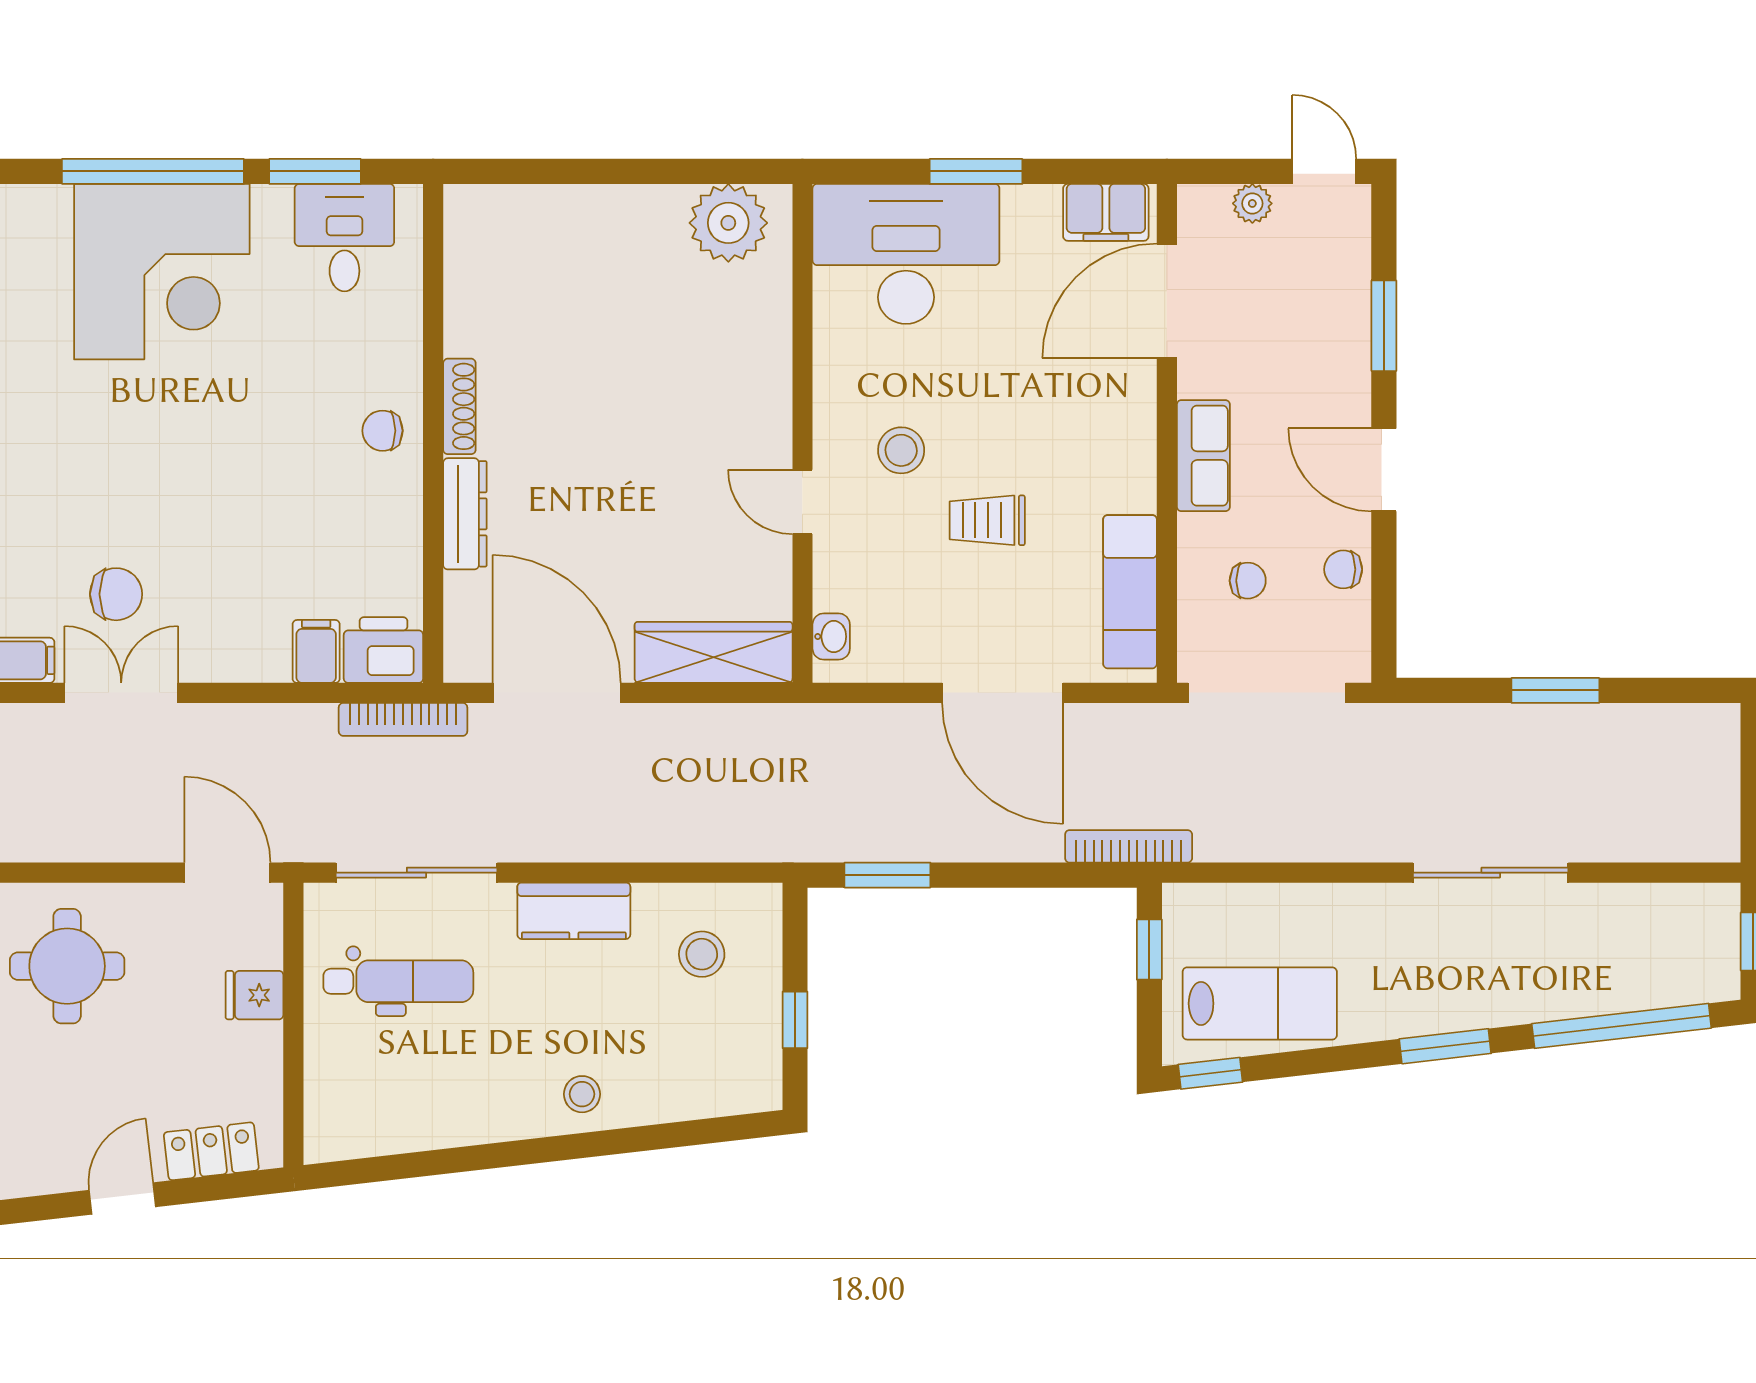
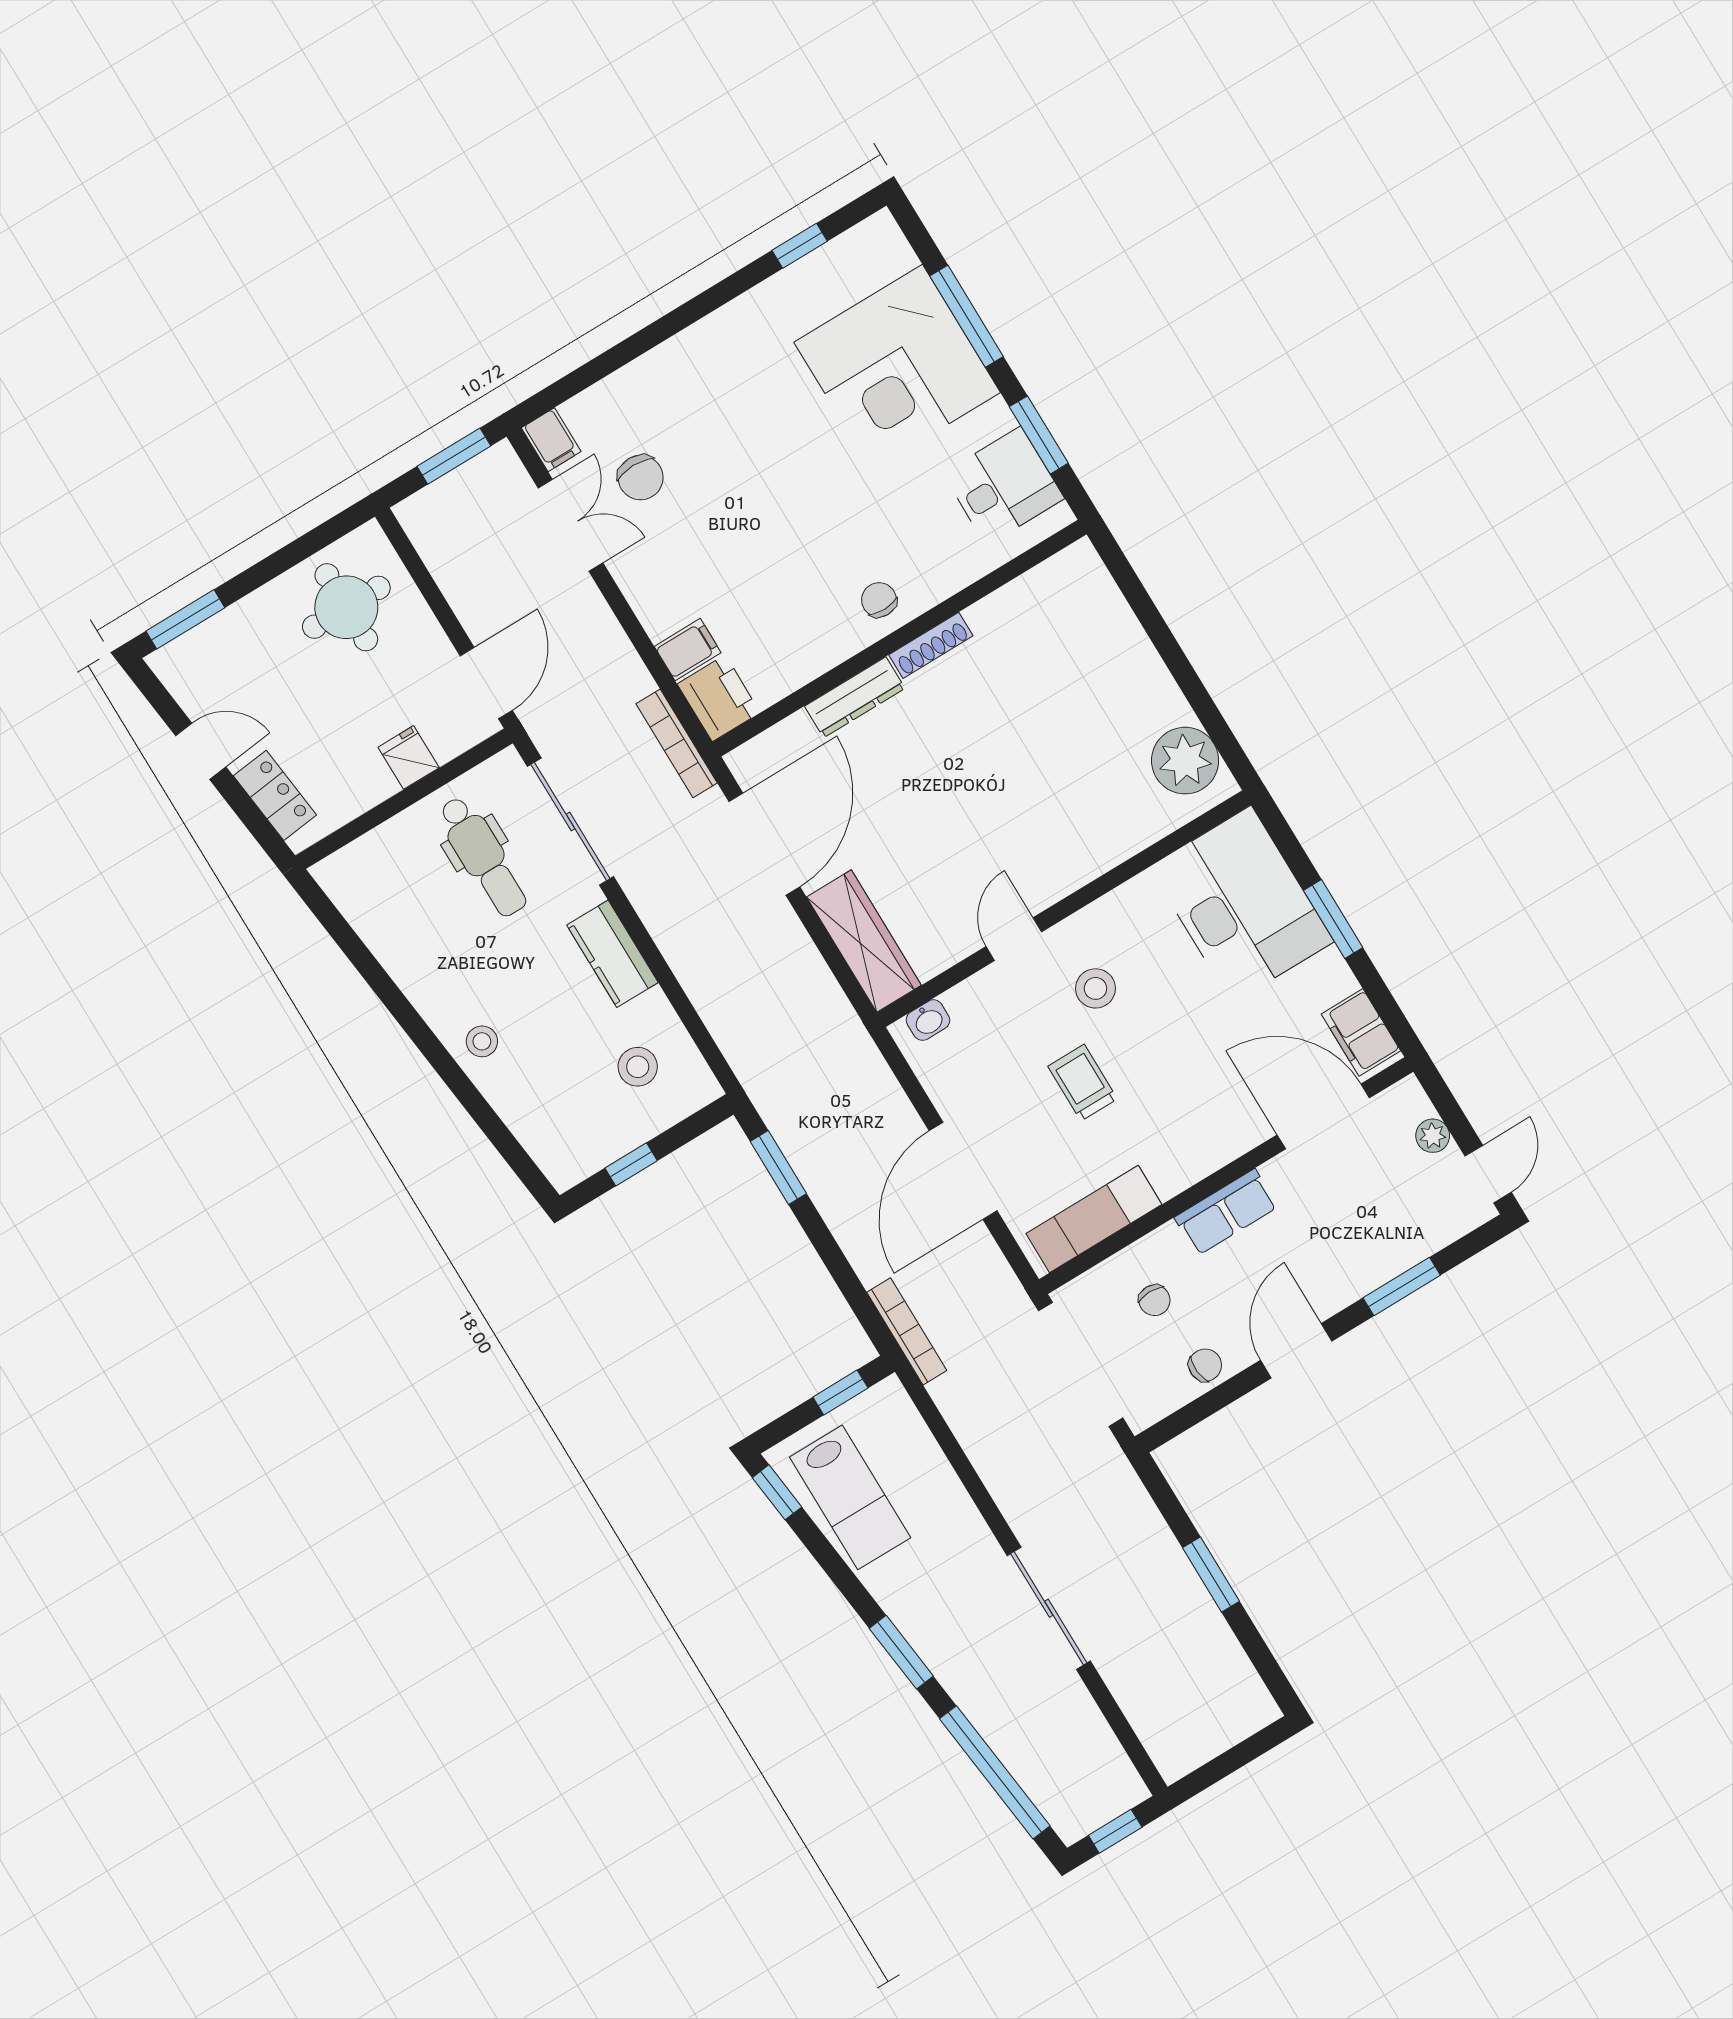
window: (153, 171) -> (967, 316), width x0.68
chair: (1343, 569) -> (1205, 1365), turned 85

